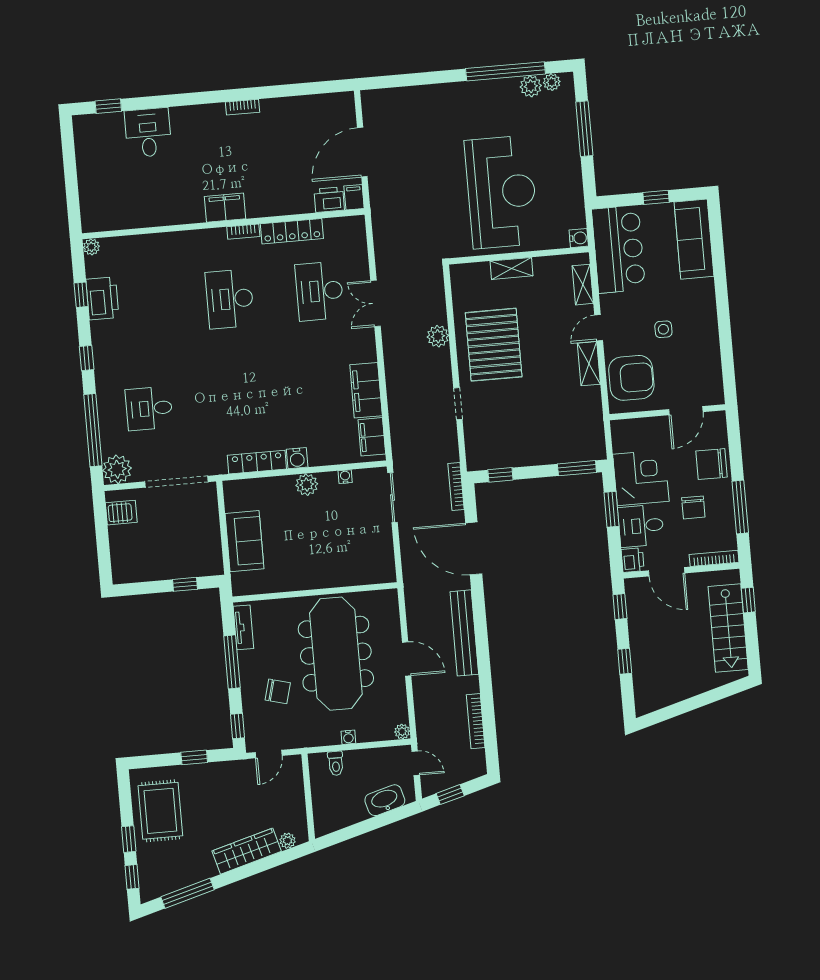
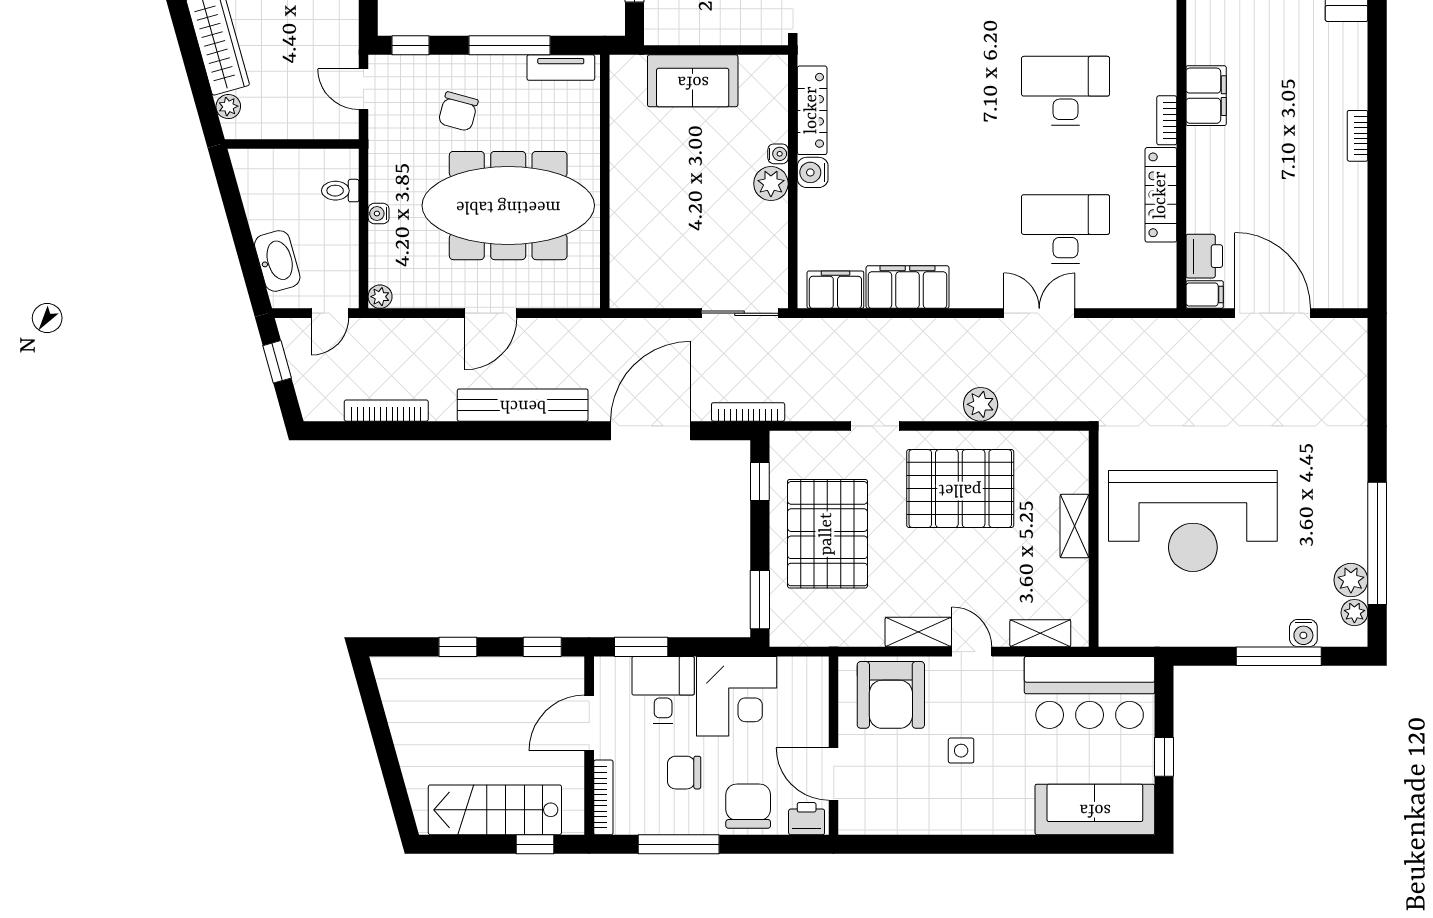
water cooler: (579, 238) -> (1303, 633), moved
pallet: (530, 428) -> (827, 534), added
water cooler: (345, 477) -> (778, 154), moved
window: (611, 509) -> (641, 647), moved
printer: (633, 560) -> (807, 819), moved, turned 180

